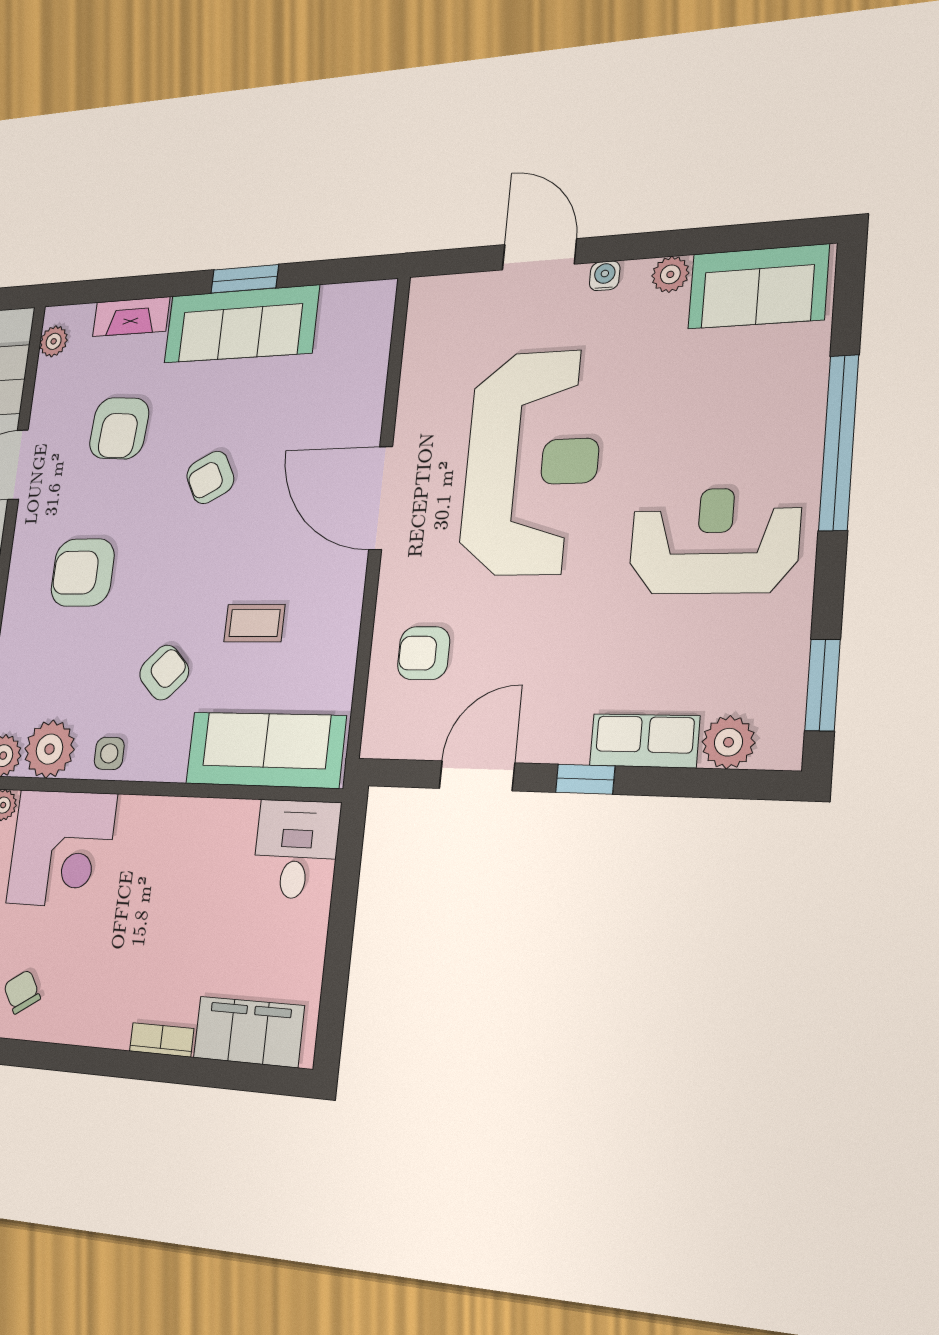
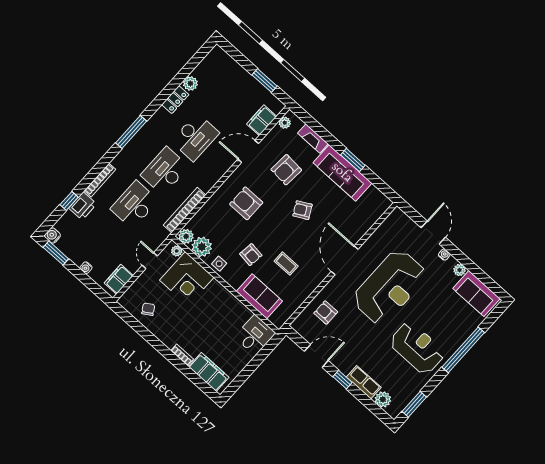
armchair: (164, 672) -> (251, 255), turned 52
sofa: (265, 750) -> (259, 296), width x0.73

